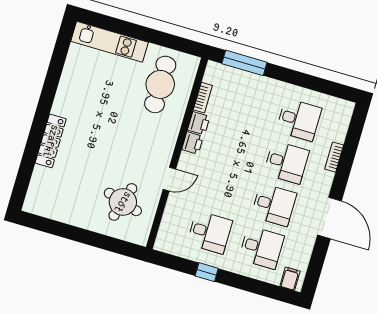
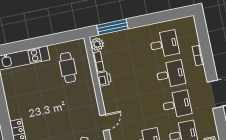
plant: (213, 75) -> (97, 44), added
cafe table: (160, 84) -> (68, 68), width x0.73, depth x0.74
printer: (193, 143) -> (107, 93), removed

